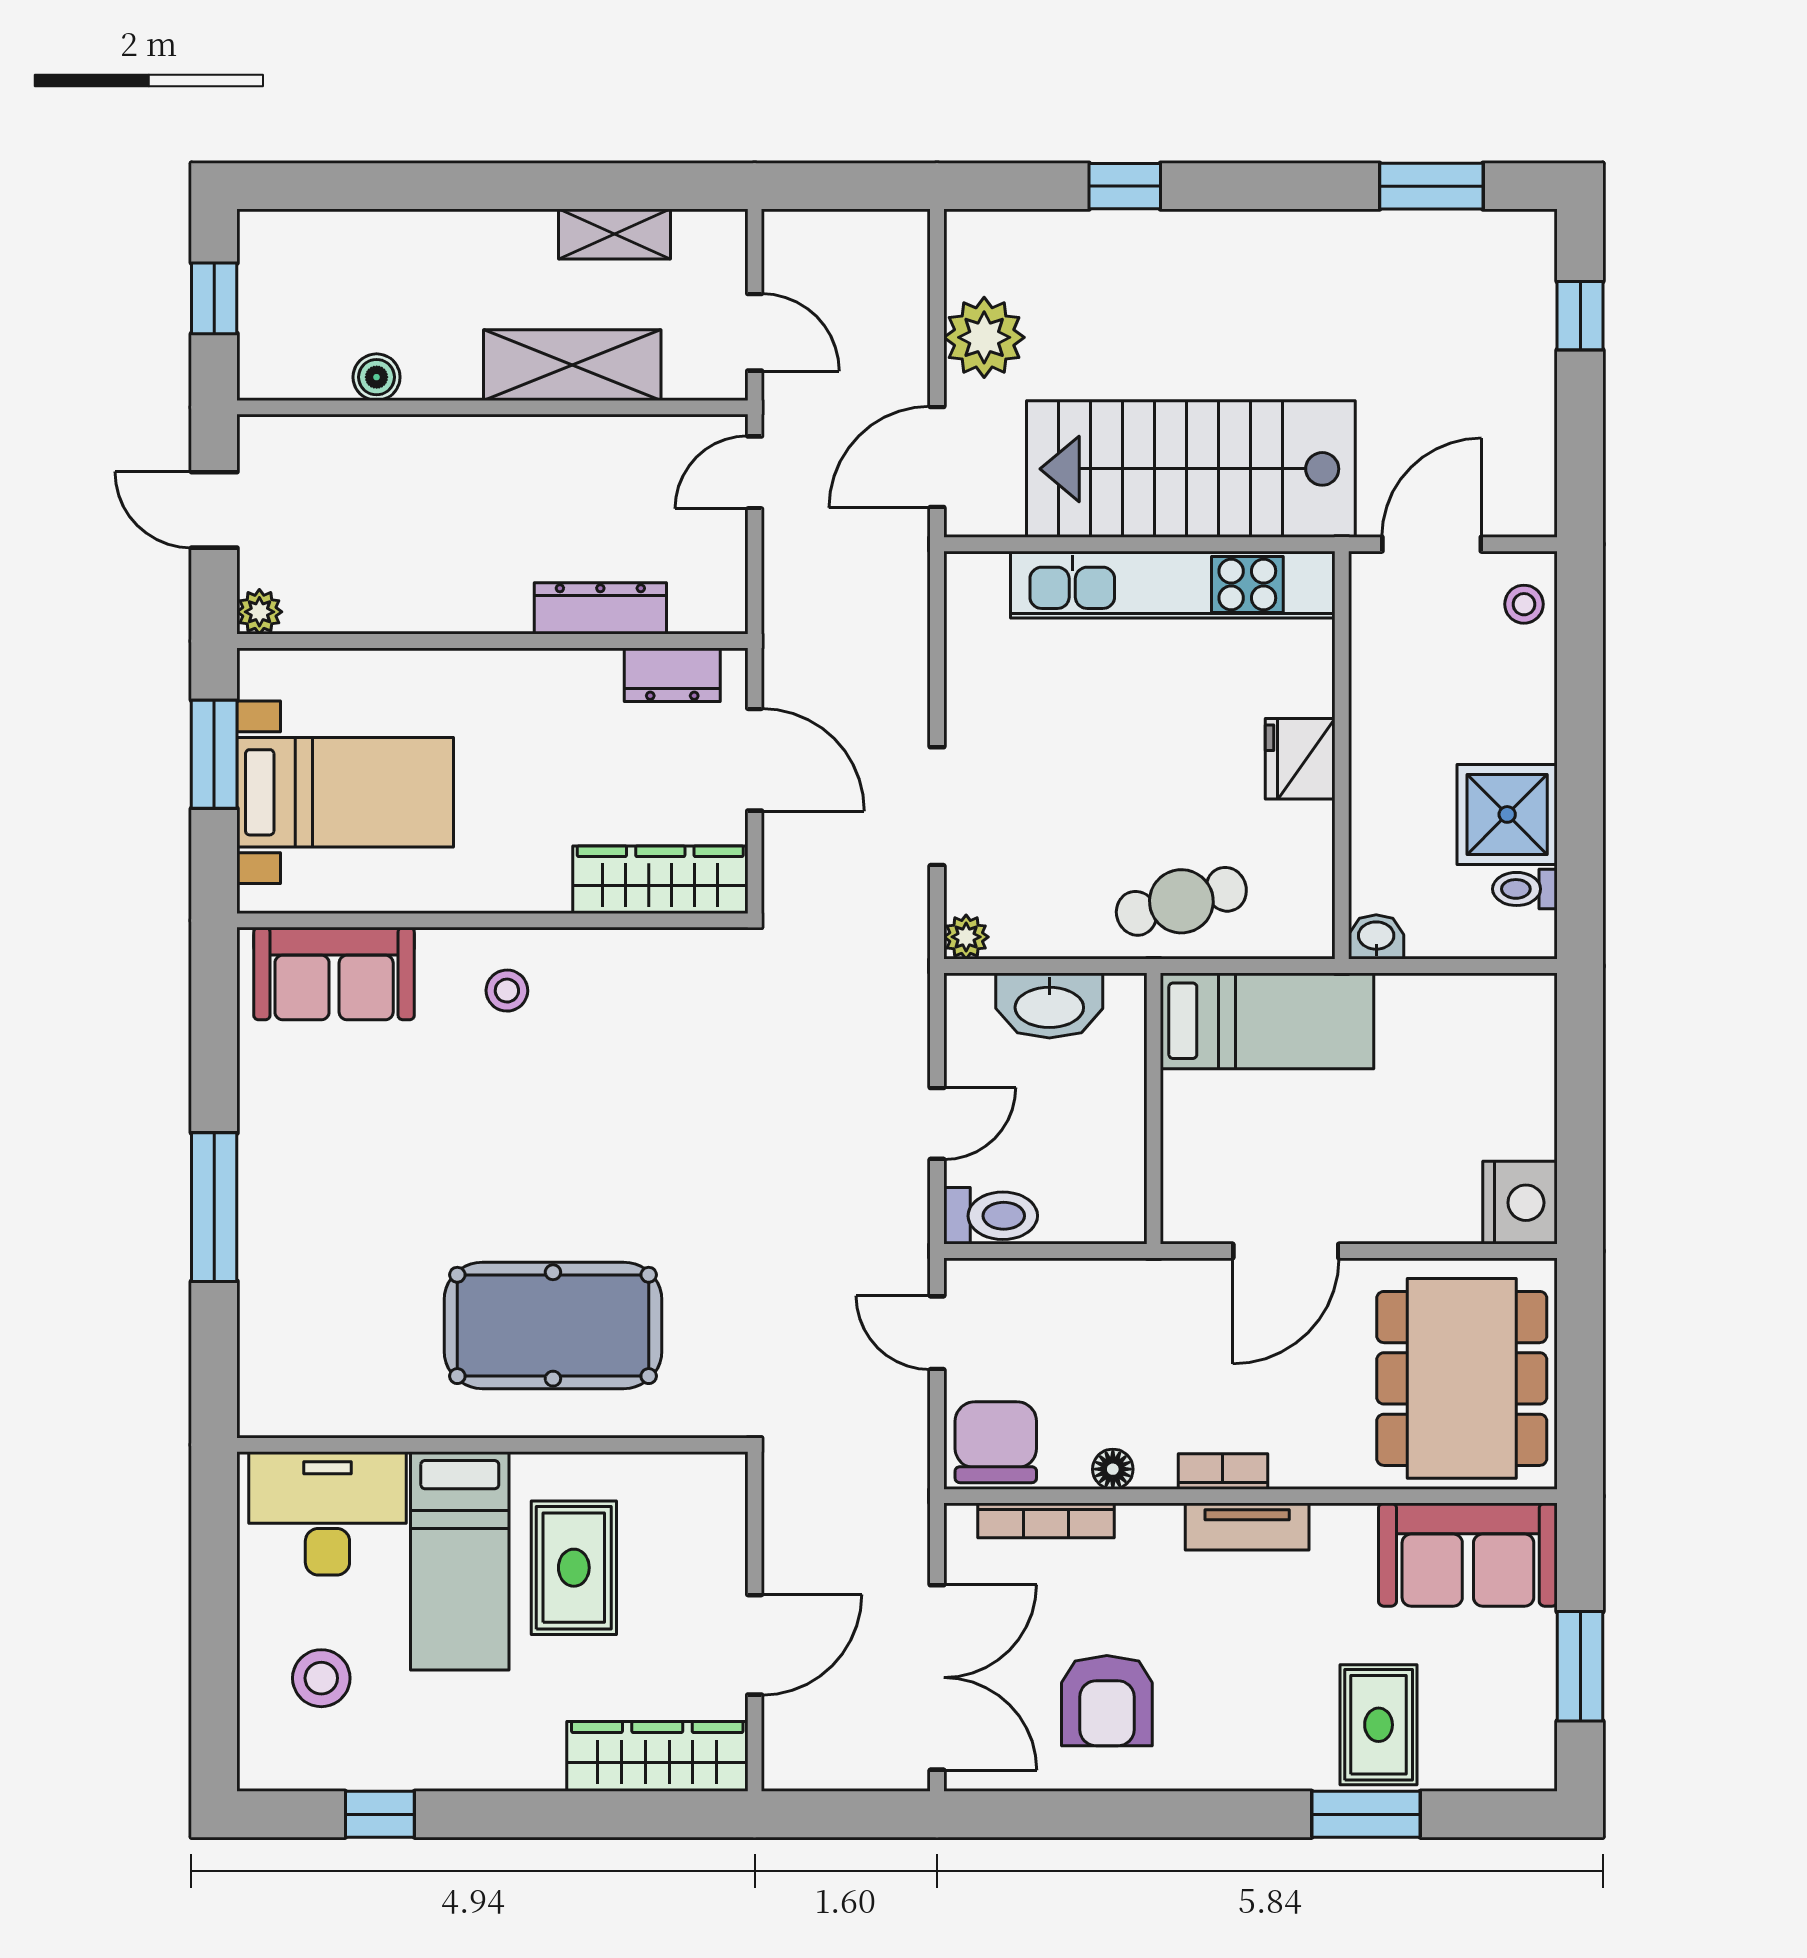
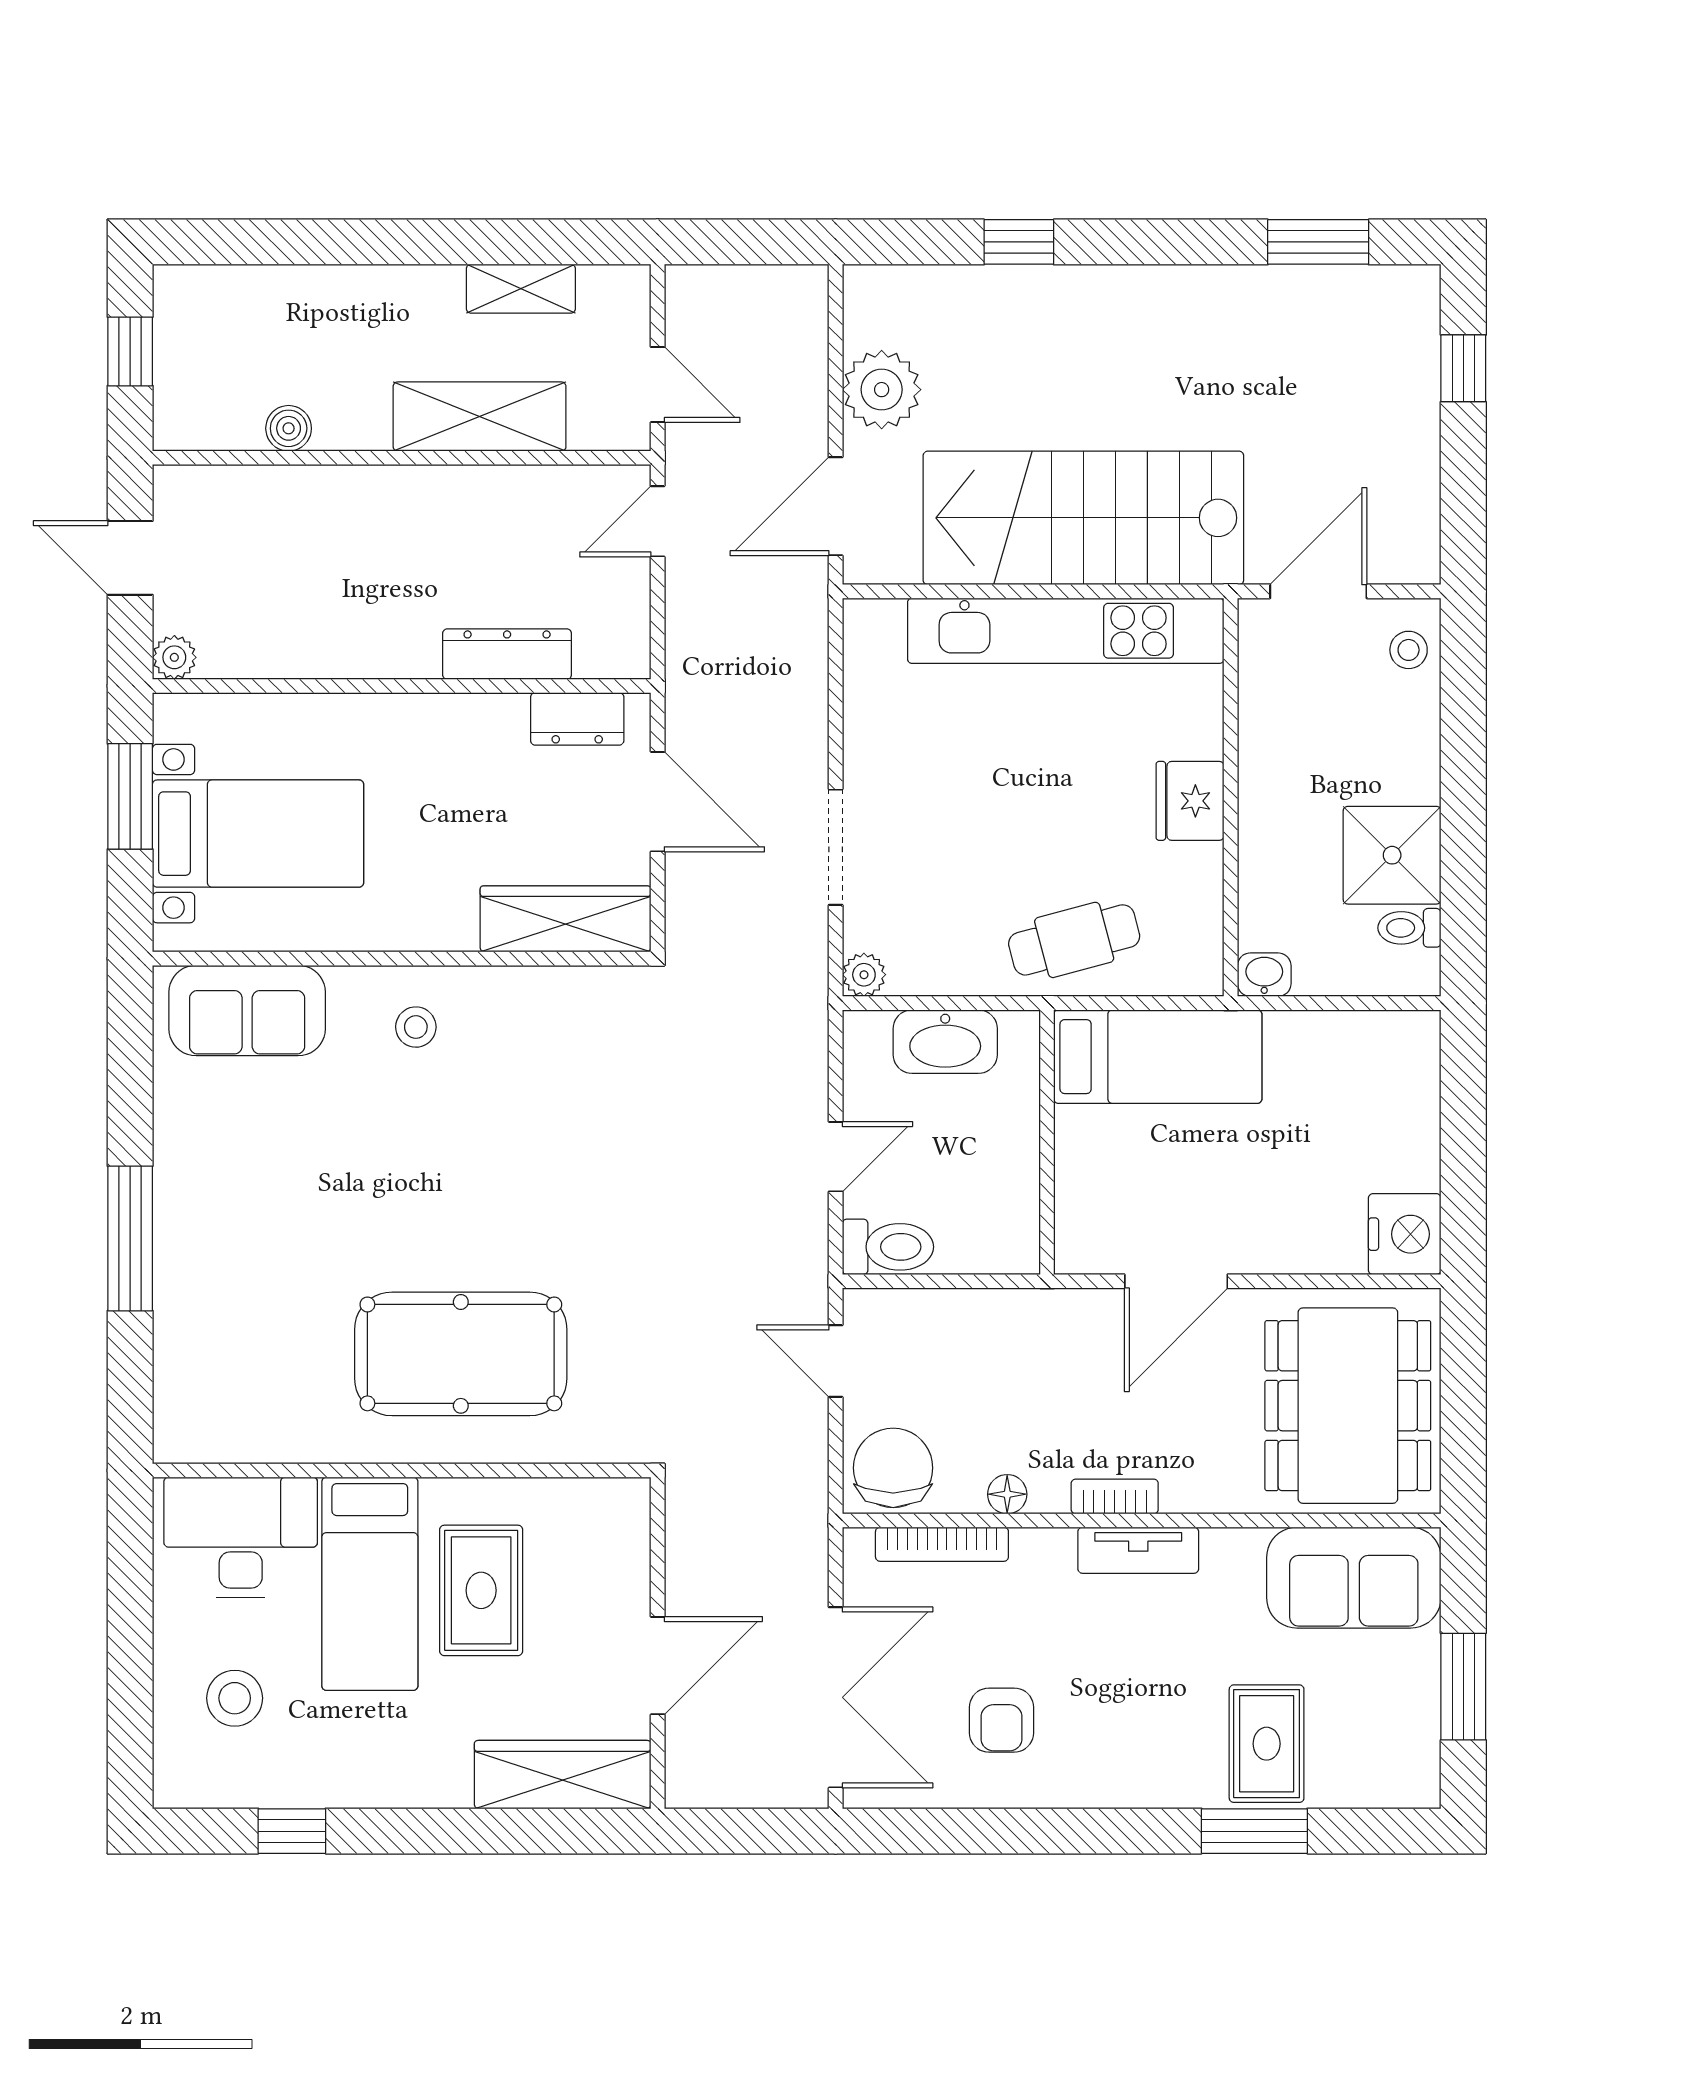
armchair: (1107, 1701) -> (1002, 1720), width x0.72, depth x0.72

